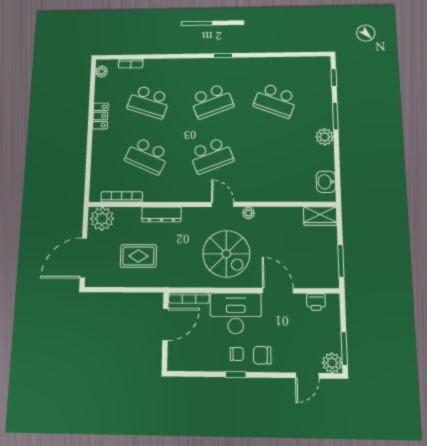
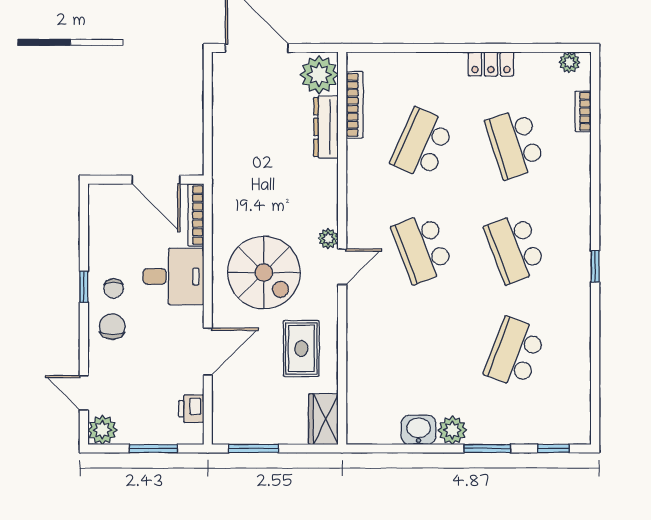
school desk: (149, 102) -> (515, 144), turned -36
washbasin: (326, 182) -> (419, 430), moved
plant: (249, 213) -> (328, 239), moved
dresser: (162, 214) -> (326, 127), moved
spiral stairs: (226, 254) -> (264, 273), turned -90
rug: (138, 256) -> (301, 348), moved
desk: (236, 313) -> (173, 276), width x0.73
window: (344, 348) -> (153, 448), moved

